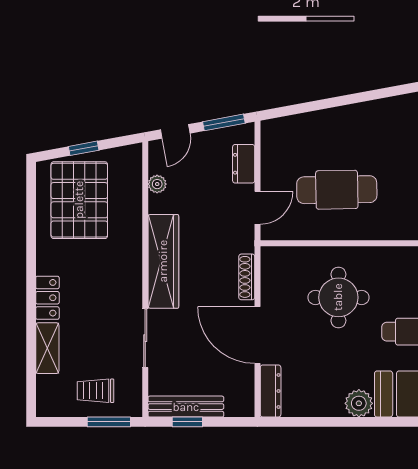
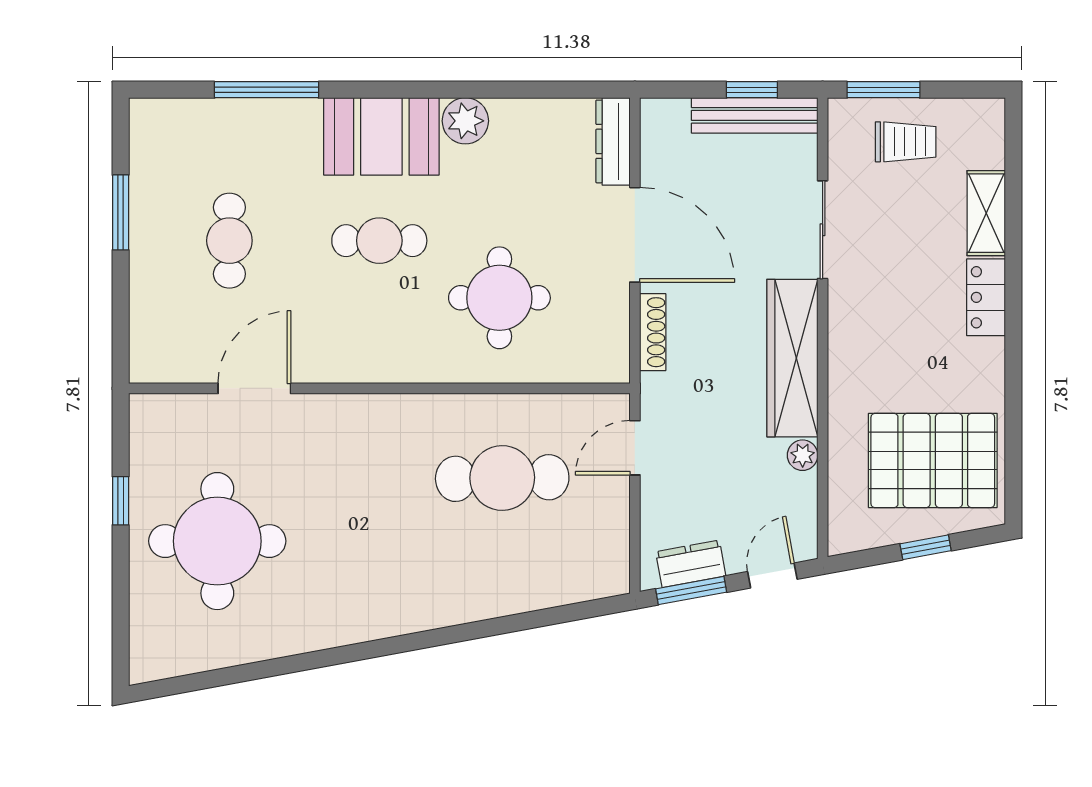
dresser: (244, 164) -> (691, 564), moved, turned -100
plant: (157, 184) -> (803, 455), moved
pallet: (79, 200) -> (933, 460), turned 90

